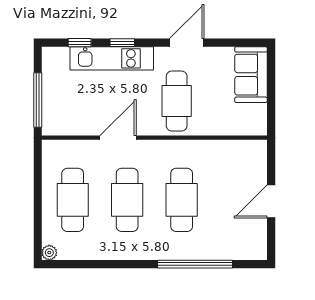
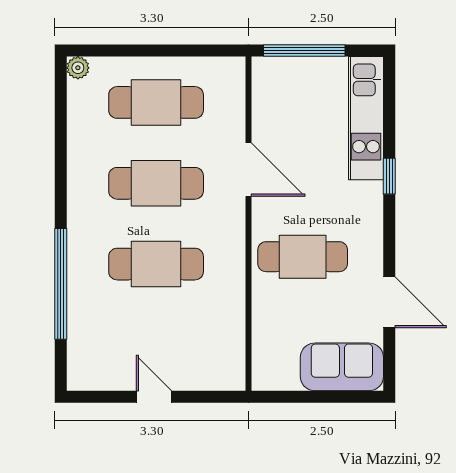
window: (80, 43) -> (389, 113), removed
door: (187, 43) -> (389, 302), moved
kitchen unit: (112, 58) -> (366, 118), moved
door: (271, 201) -> (154, 397), width x0.73

